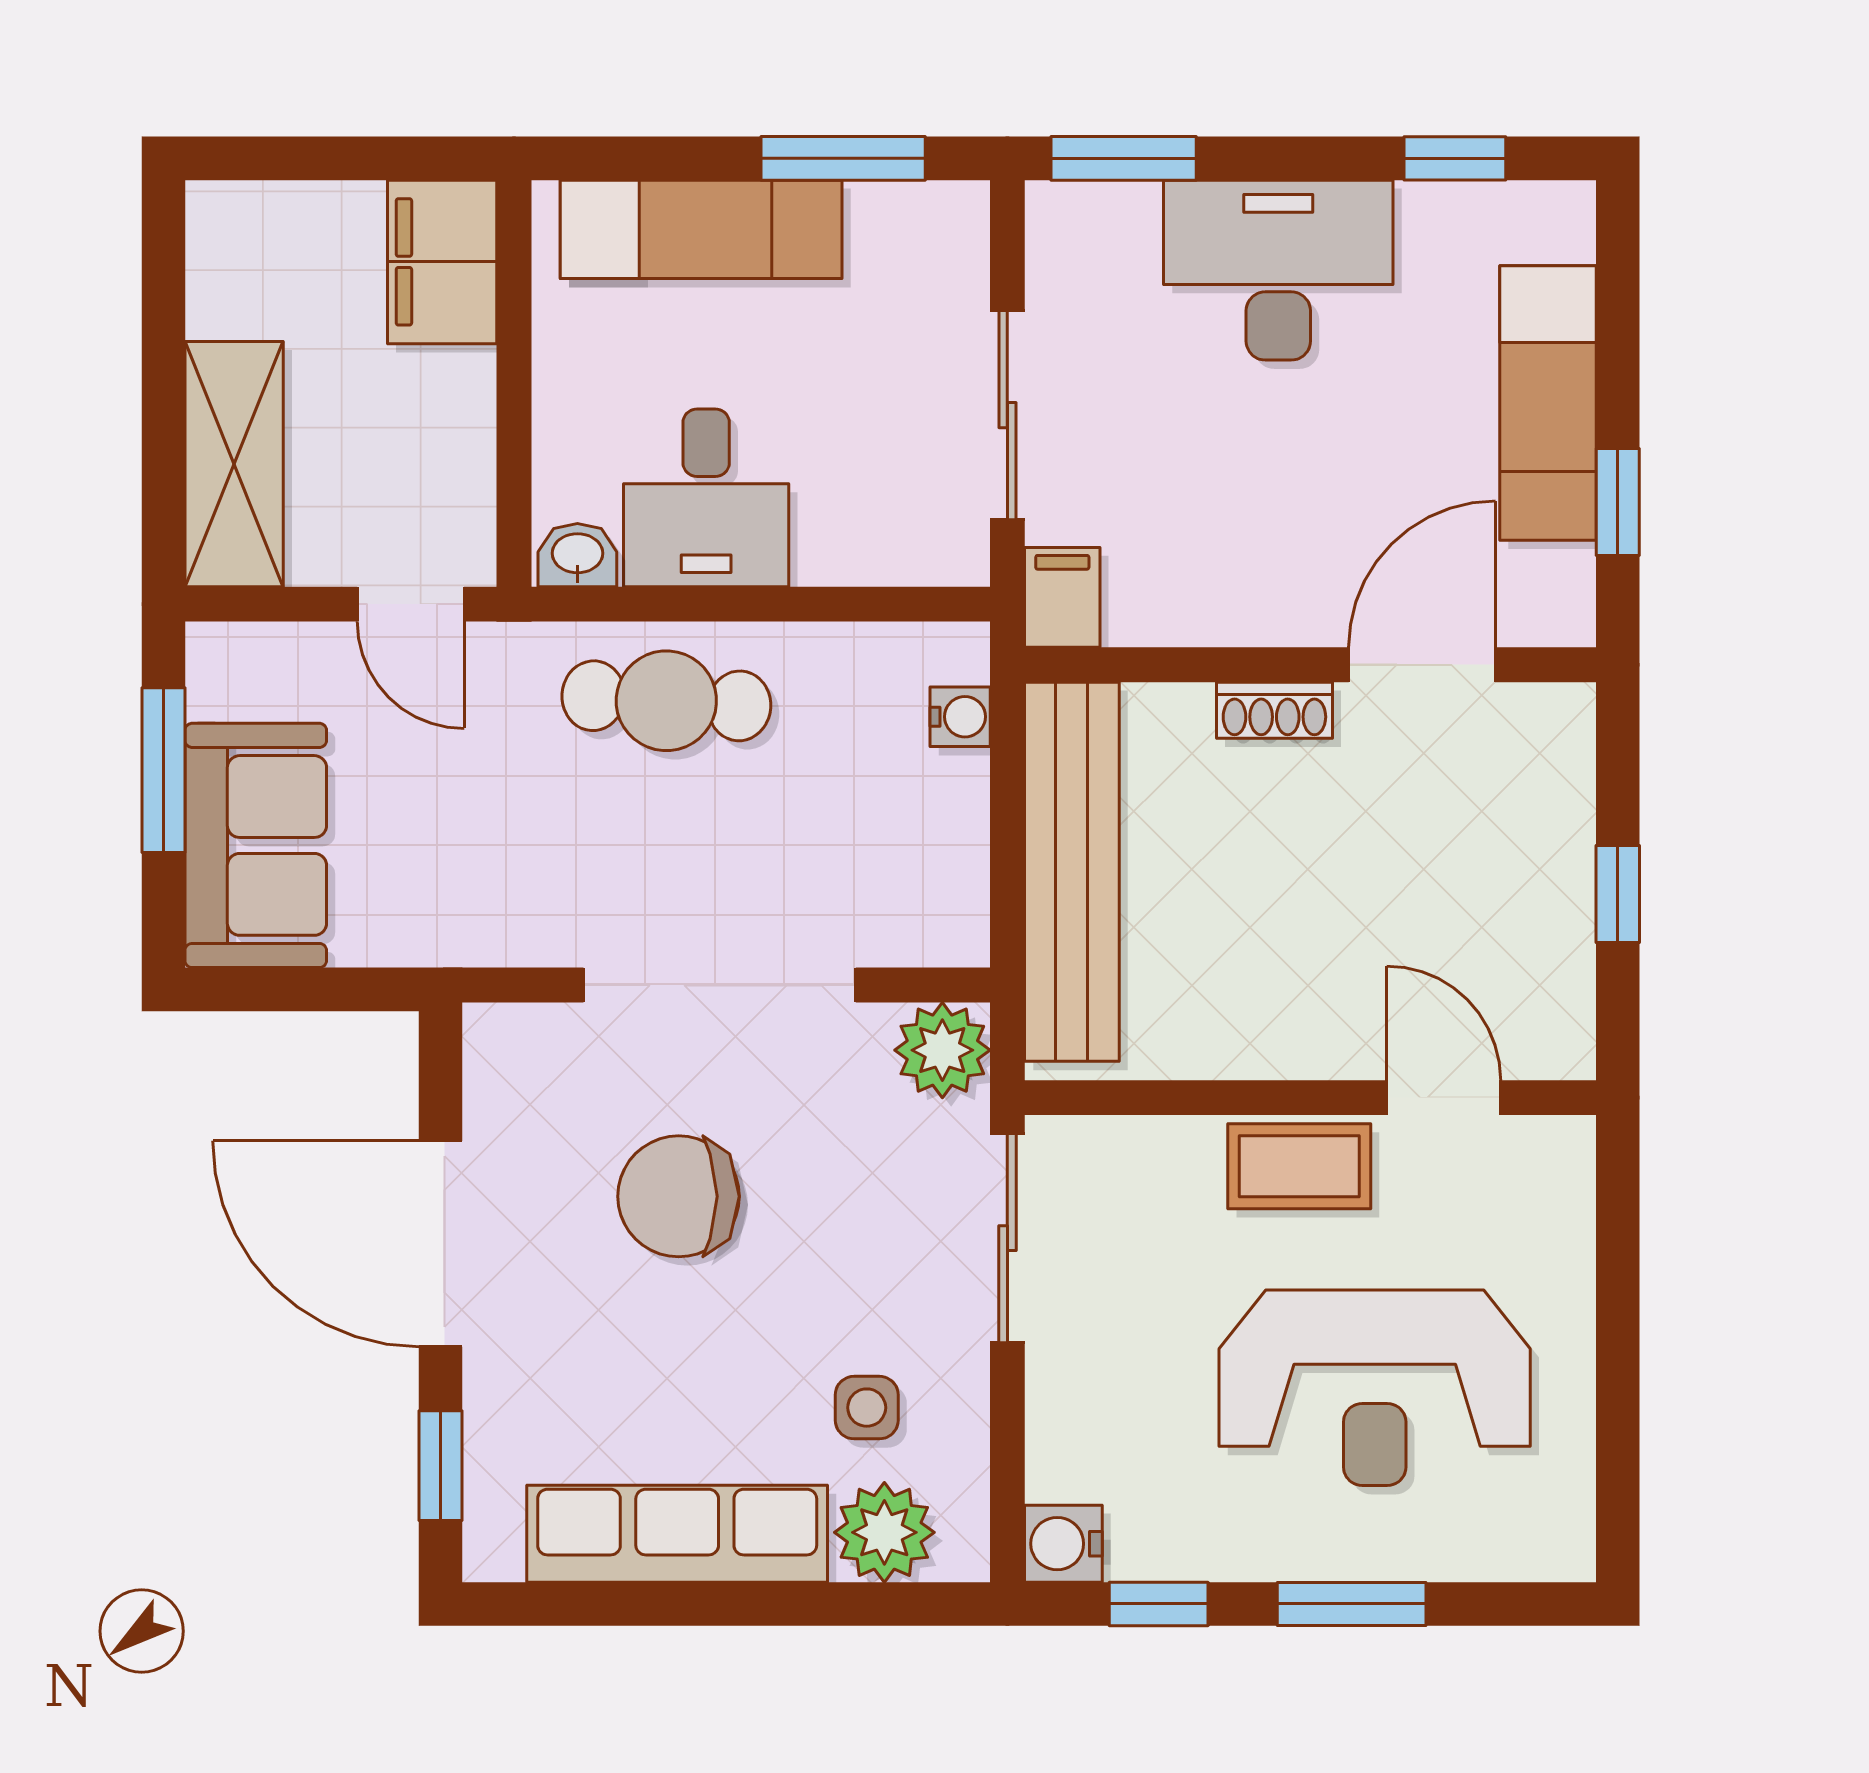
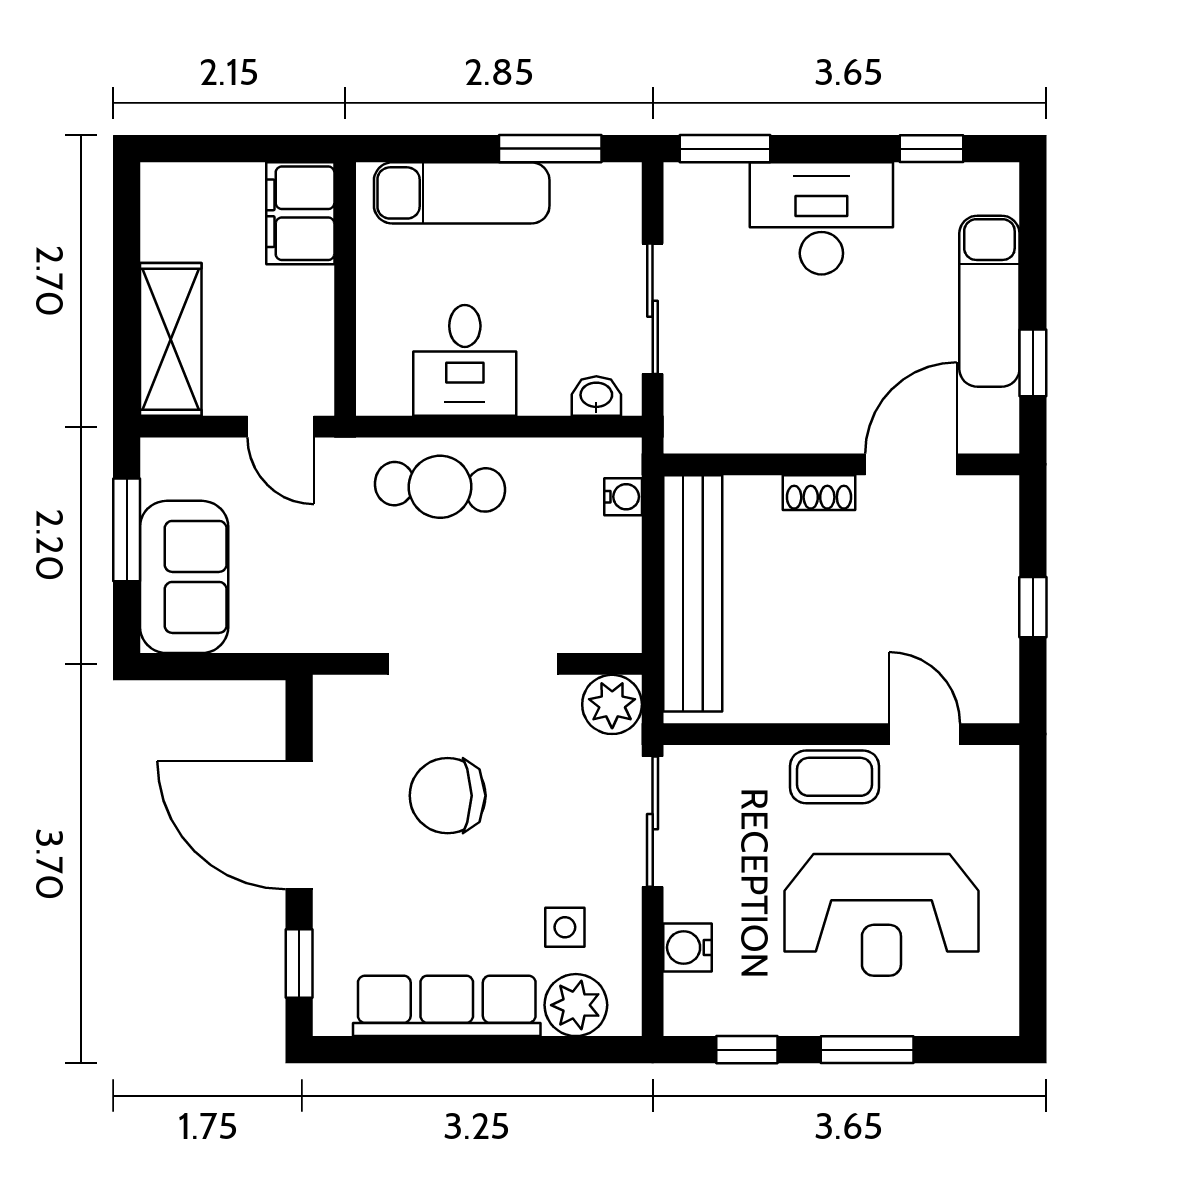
washbasin: (577, 555) -> (596, 396), moved
filing cabinet: (1062, 597) -> (687, 422), removed
water cooler: (1063, 1544) -> (687, 947), moved

